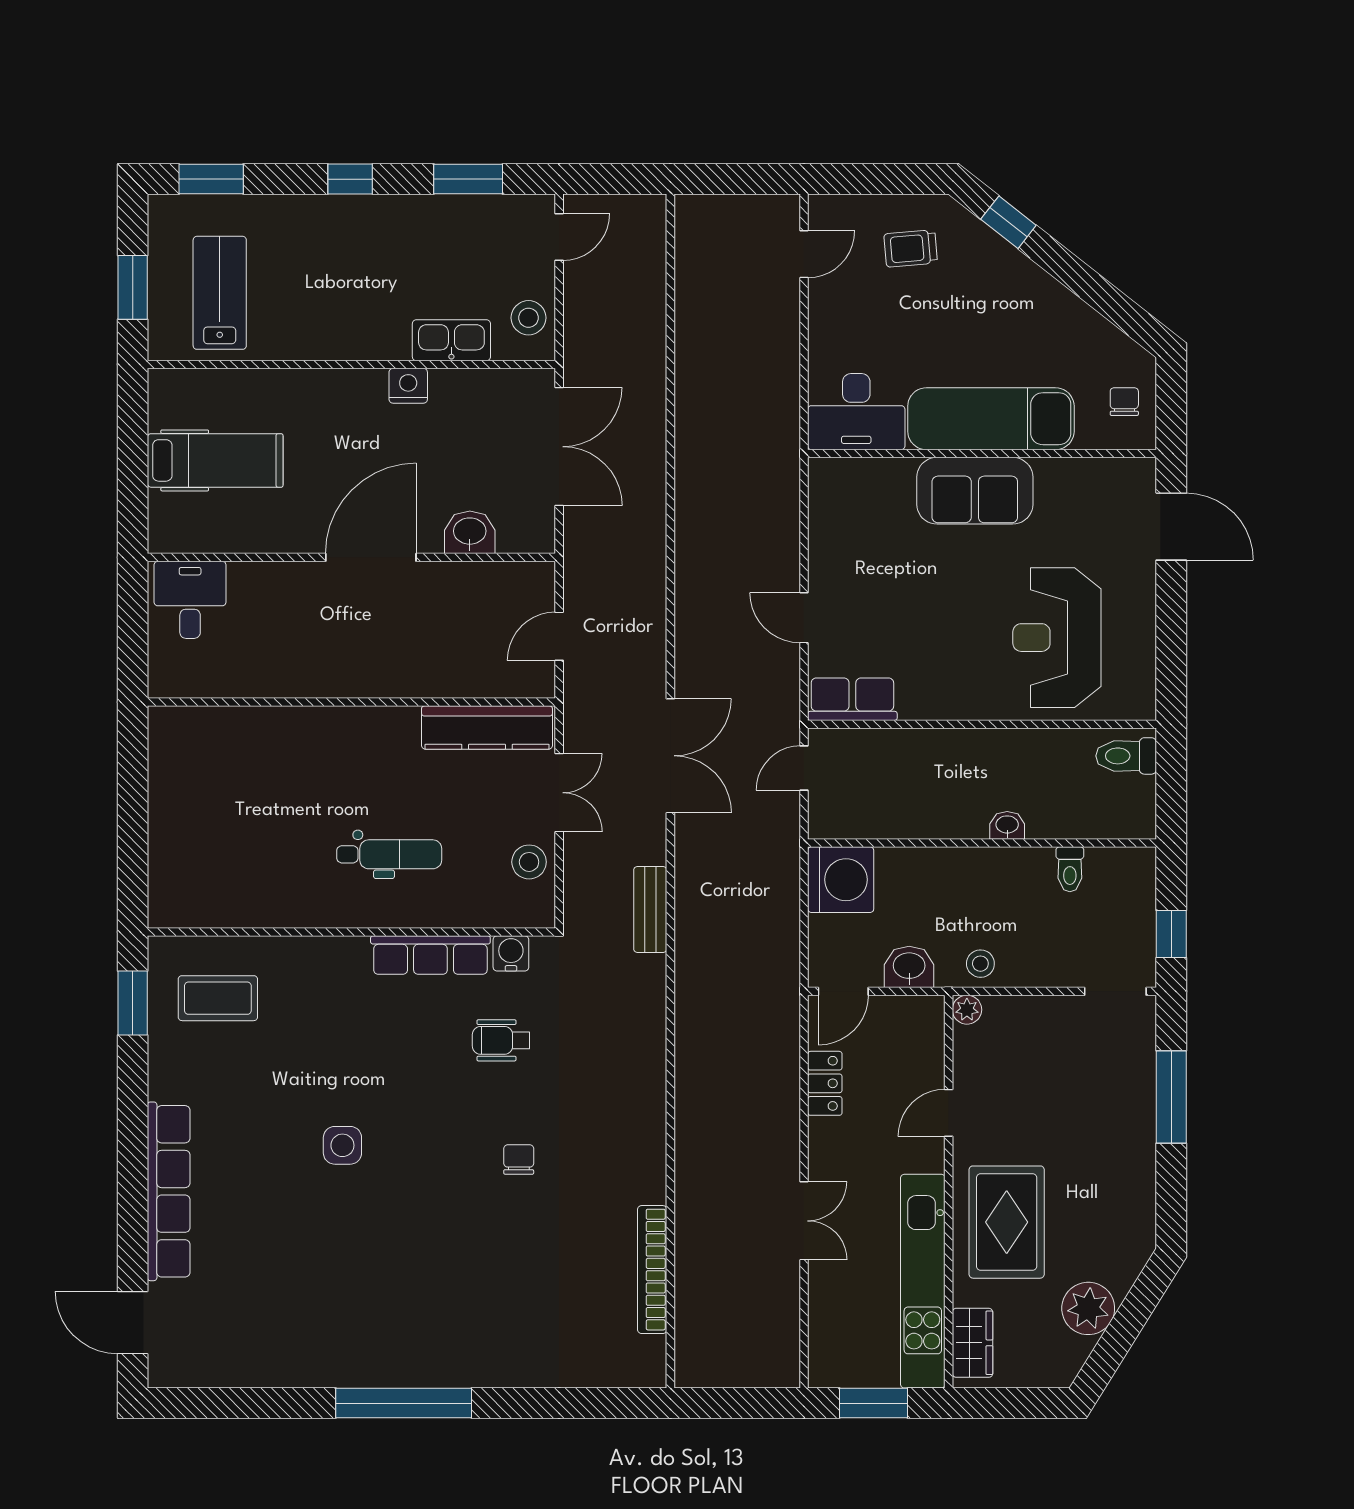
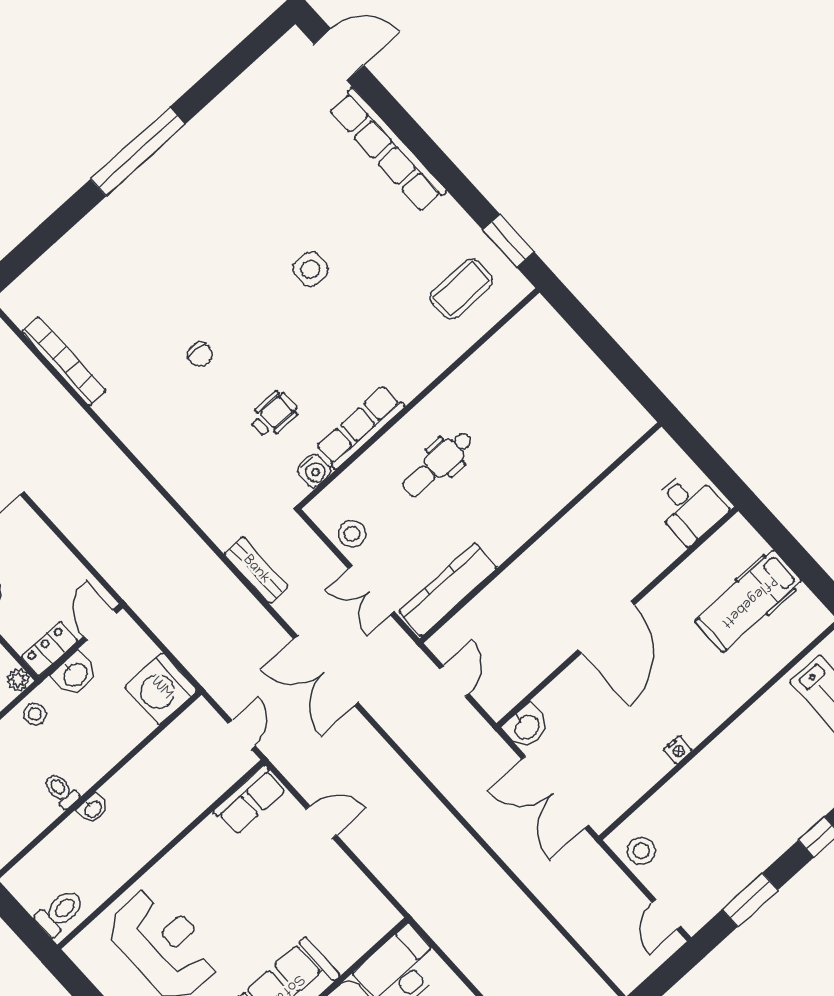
kitchen sink: (451, 340) -> (674, 797), removed
nightstand: (408, 386) -> (678, 750), width x0.72, depth x0.74
washbasin: (470, 532) -> (526, 727), moved
toilet: (1070, 869) -> (61, 791), moved
locker: (825, 1083) -> (49, 649), moved, turned 90

